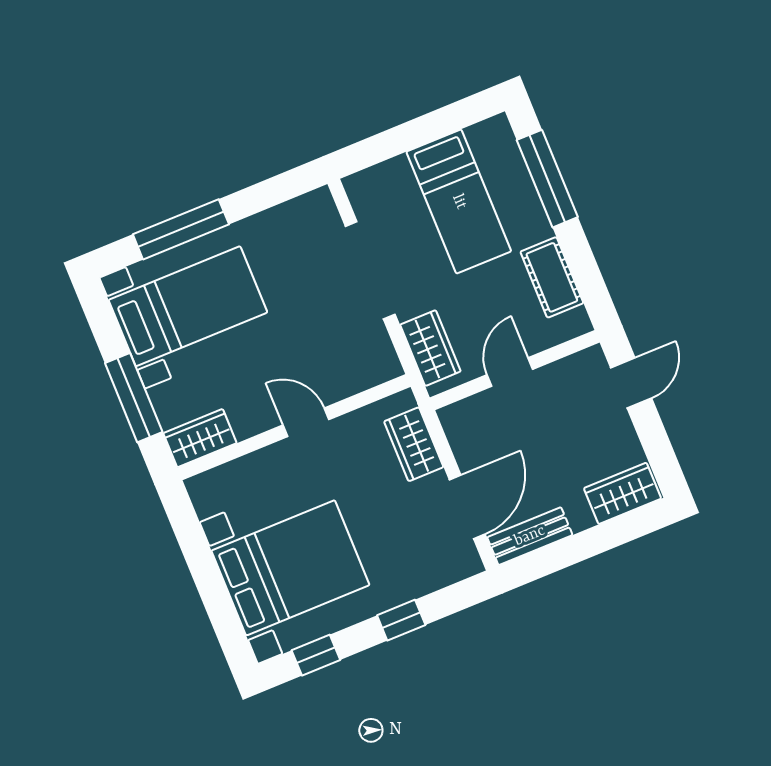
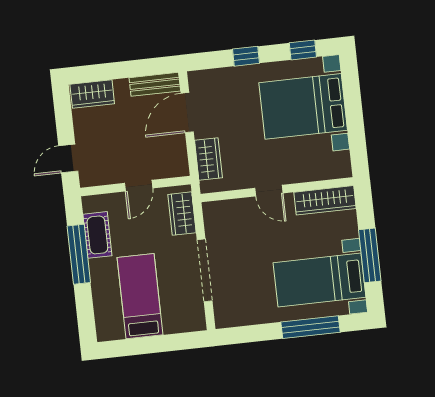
window: (547, 179) -> (79, 254), moved
window: (134, 398) -> (370, 255), moved
wardrobe: (200, 438) -> (325, 200), width x1.50

